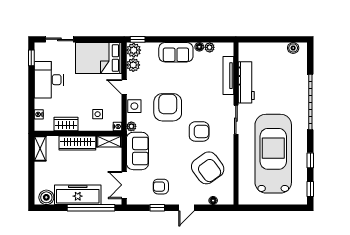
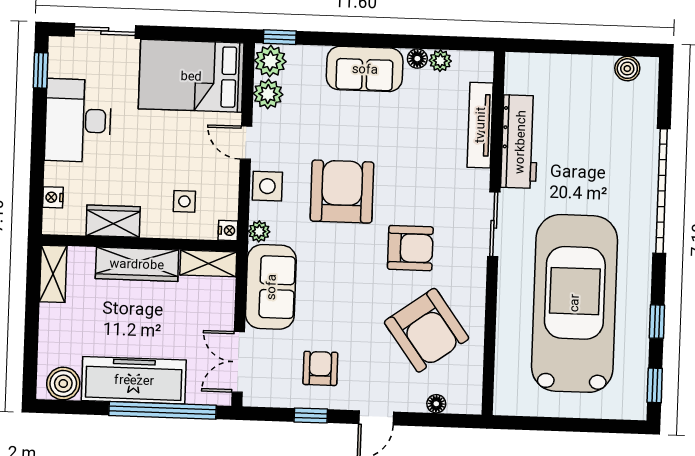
armchair: (161, 187) -> (320, 368), turned 90

